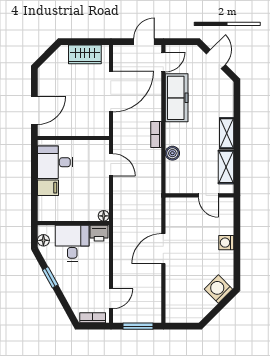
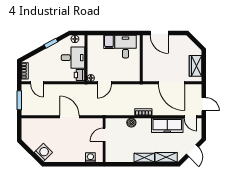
door: (216, 59) -> (192, 151), hinge flipped
door: (111, 165) -> (104, 83), moved
shelving: (226, 167) -> (166, 157), moved
door: (208, 195) -> (104, 135), moved
washing machine: (226, 243) -> (90, 157), moved

